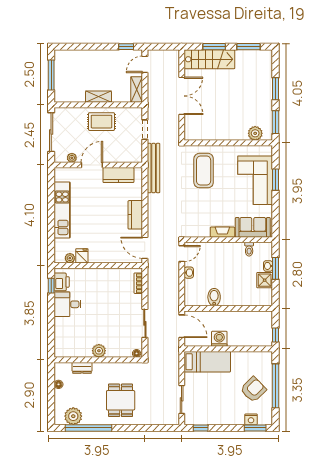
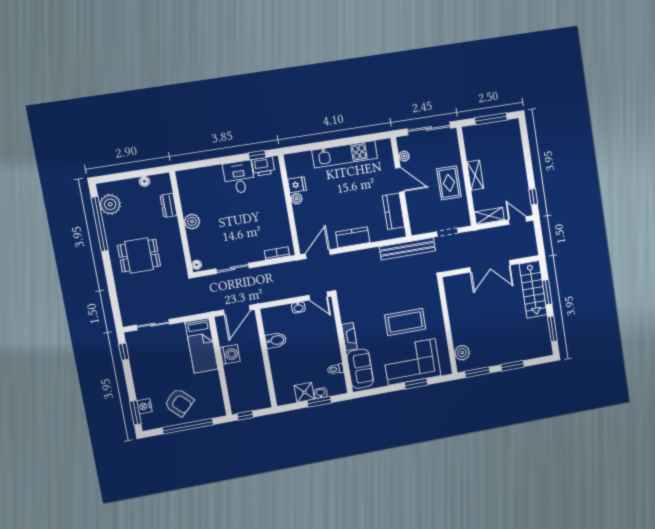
coffee table: (204, 171) -> (405, 322), moved
plant: (70, 258) -> (297, 199), moved

